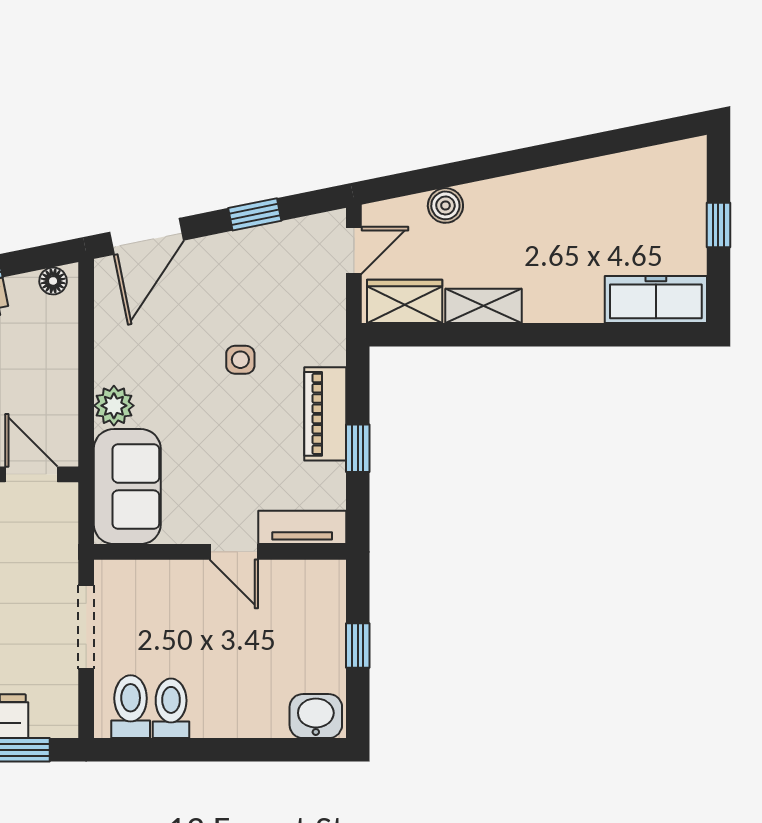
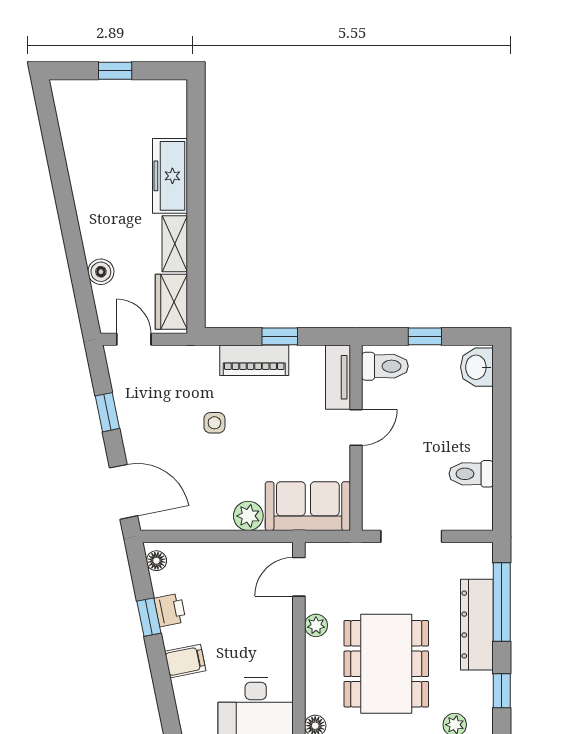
freezer: (656, 299) -> (170, 176), moved
toilet: (131, 707) -> (385, 366), moved, turned 180

